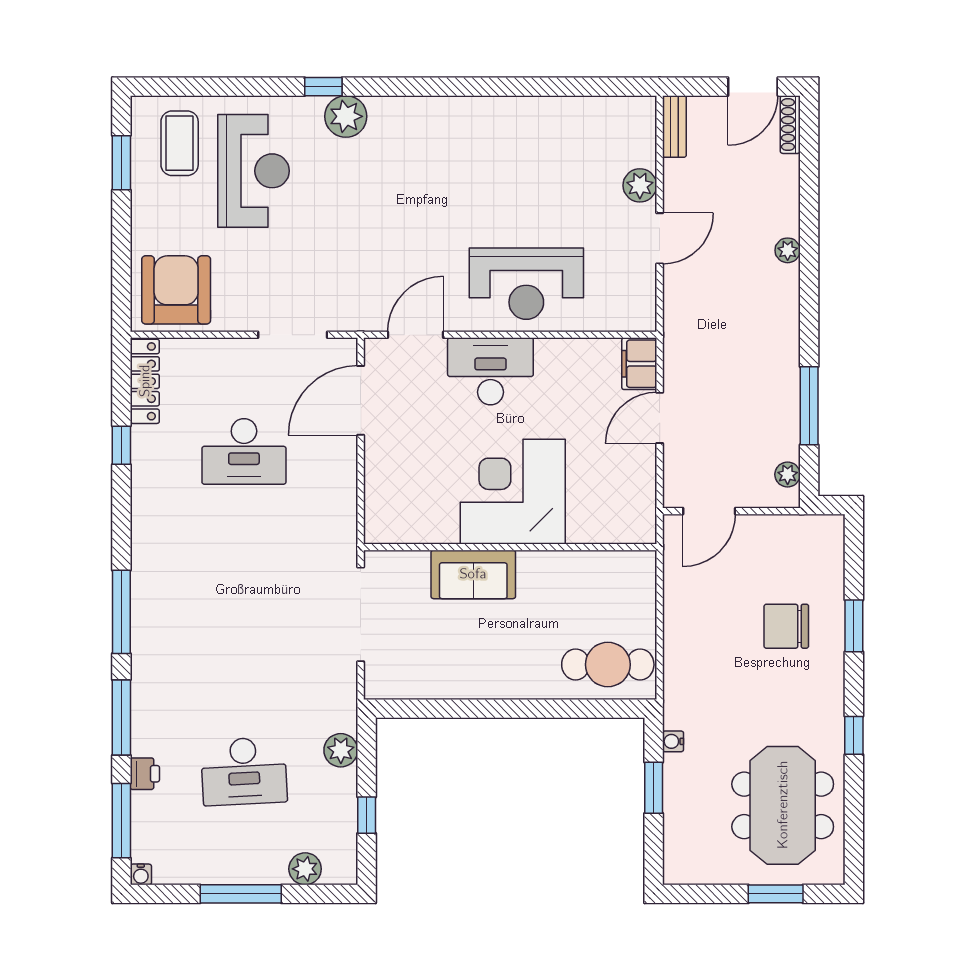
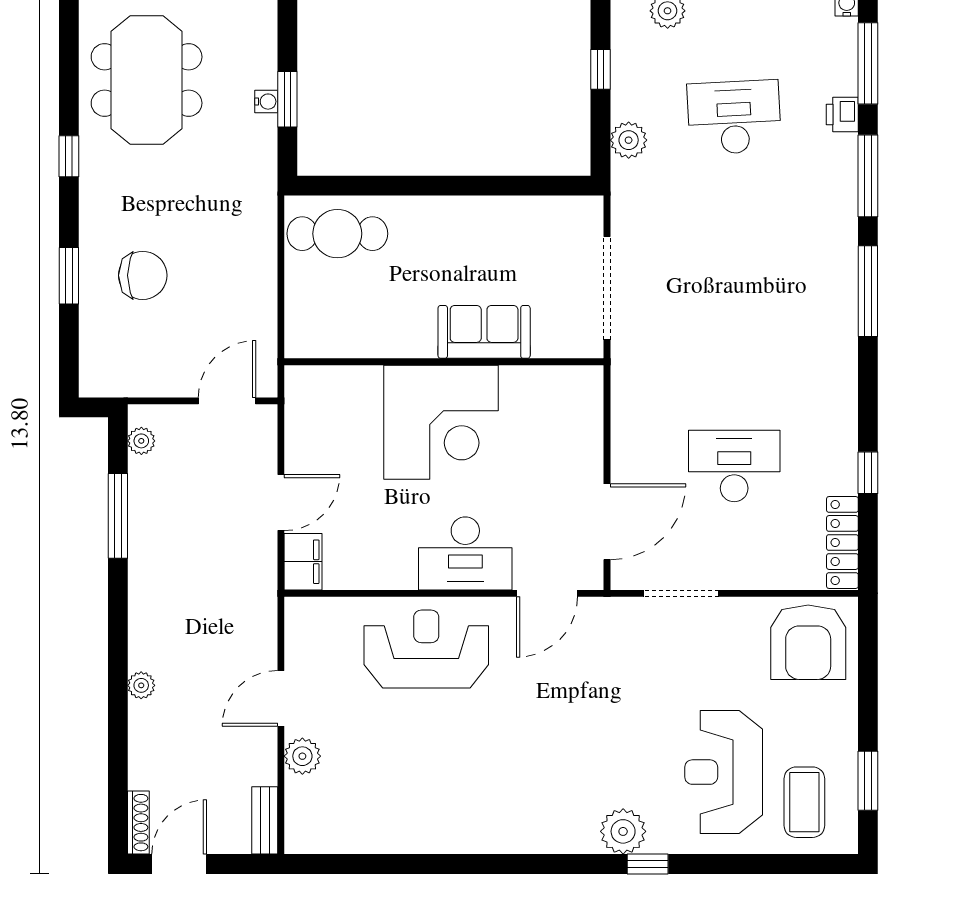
water cooler: (673, 741) -> (266, 102), moved

